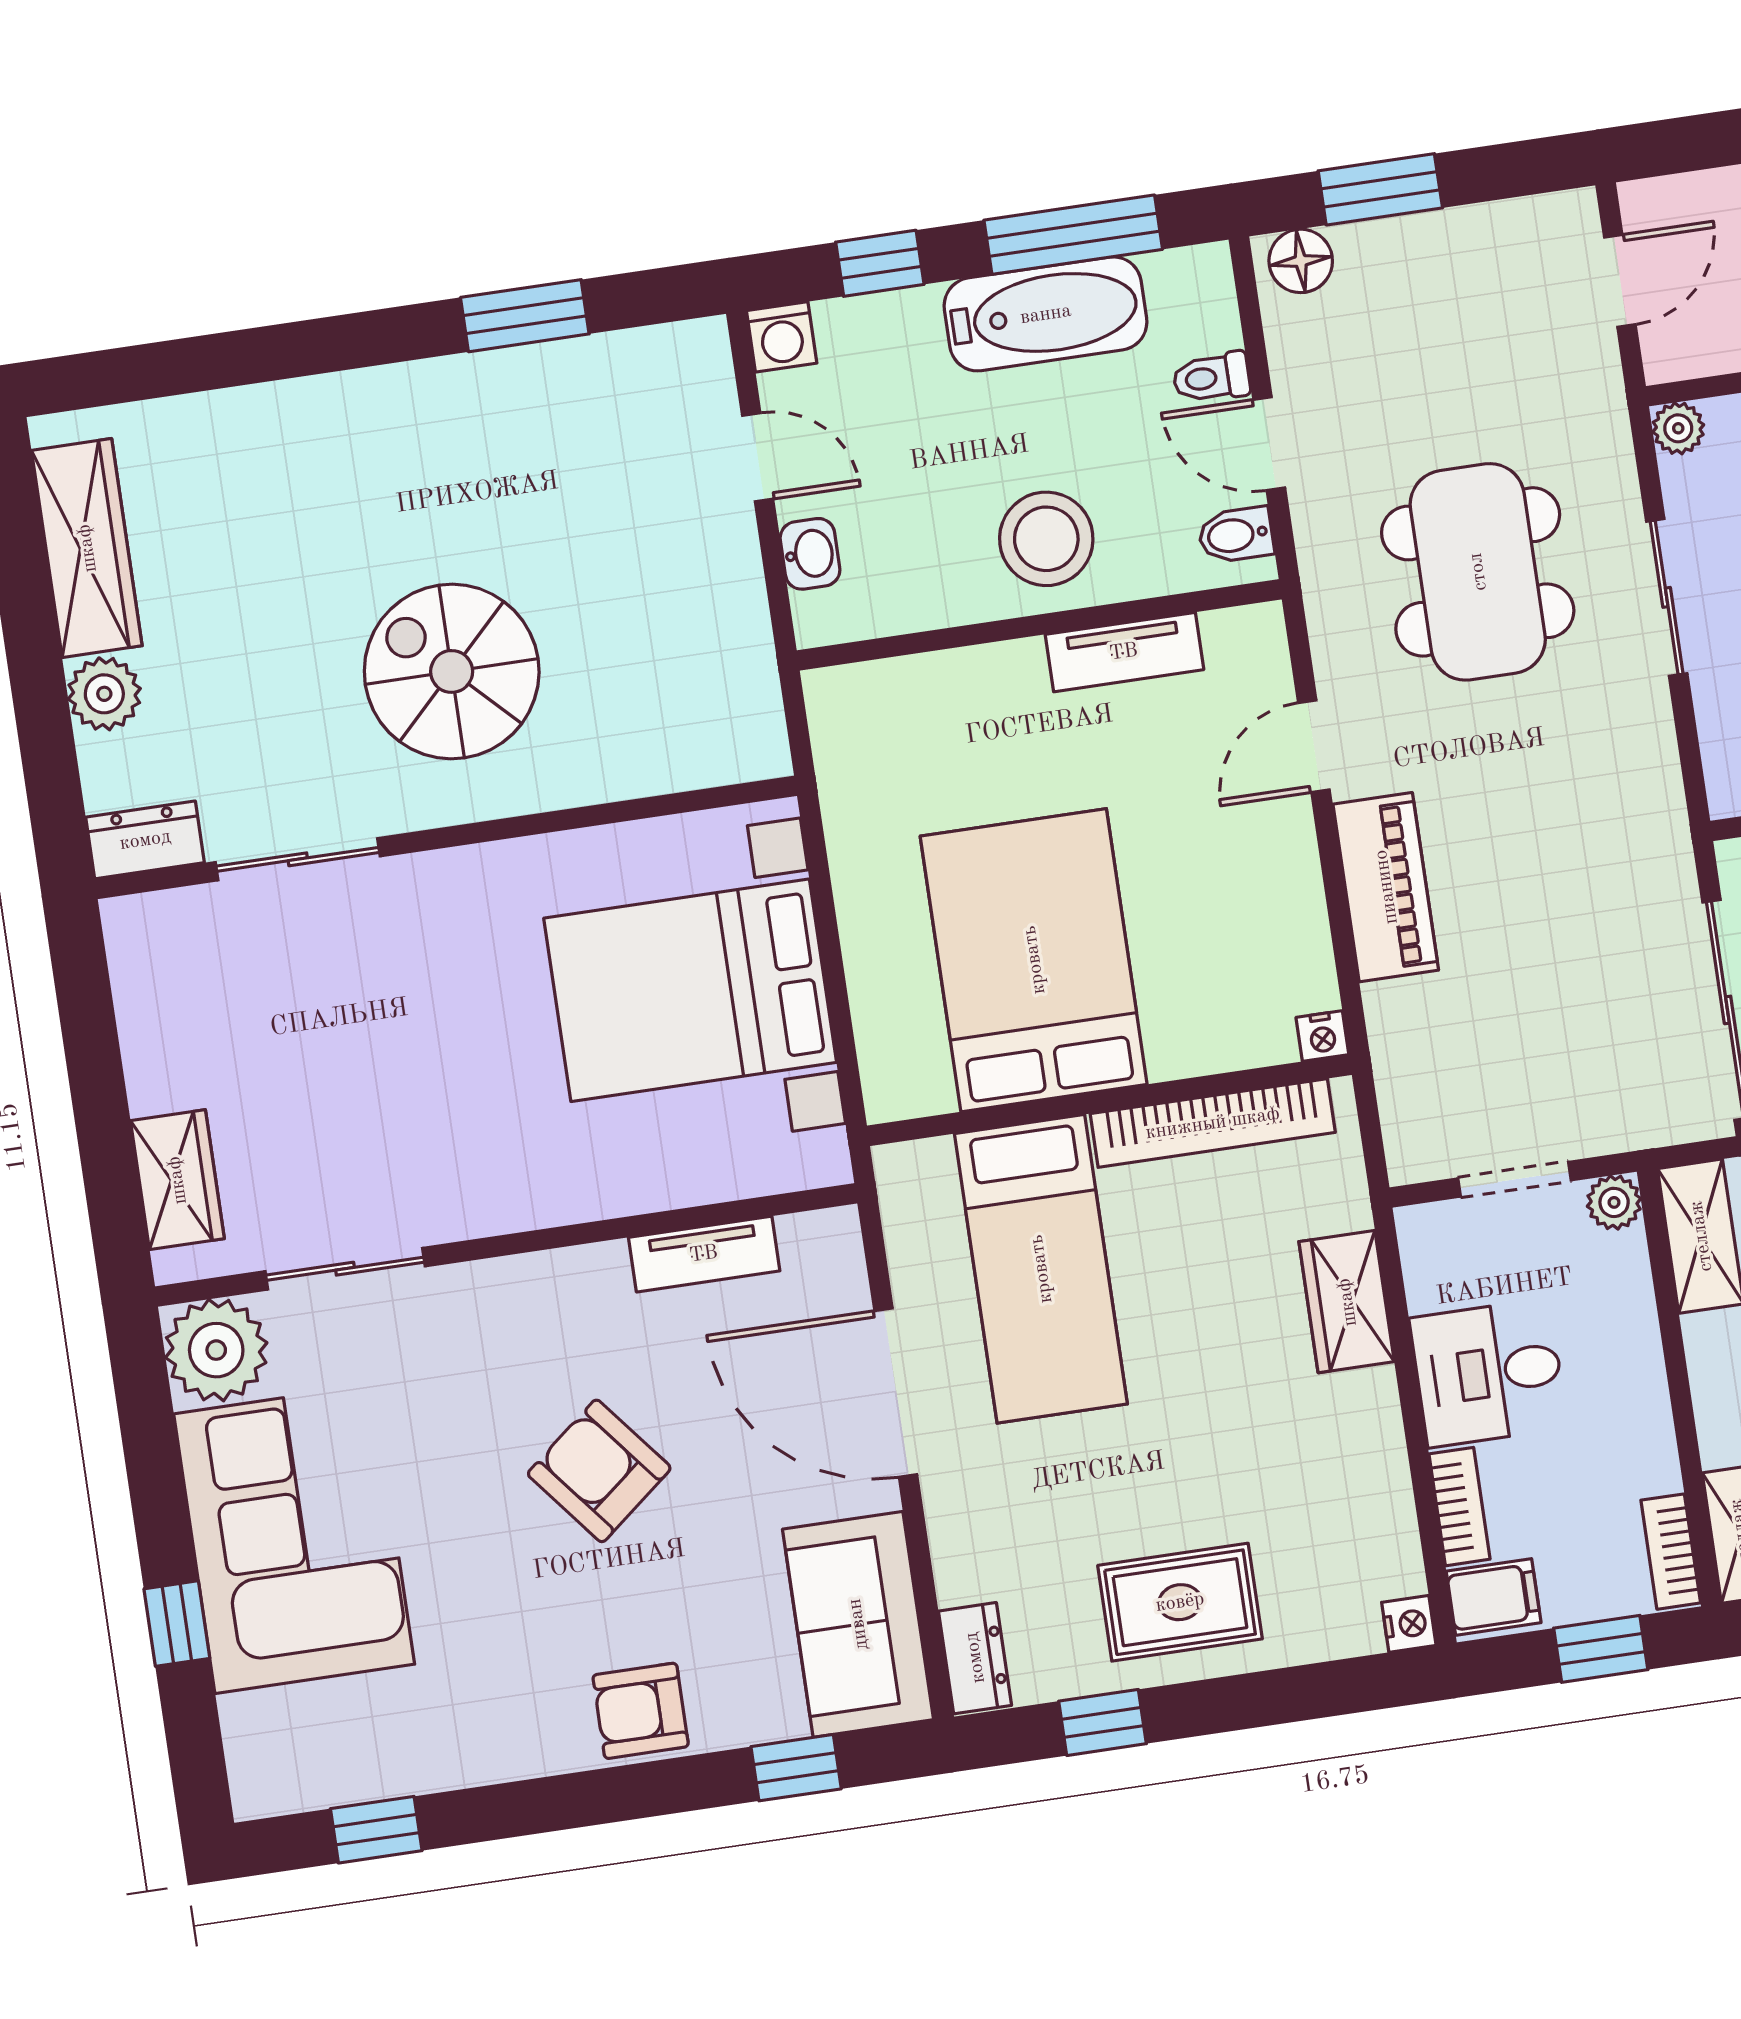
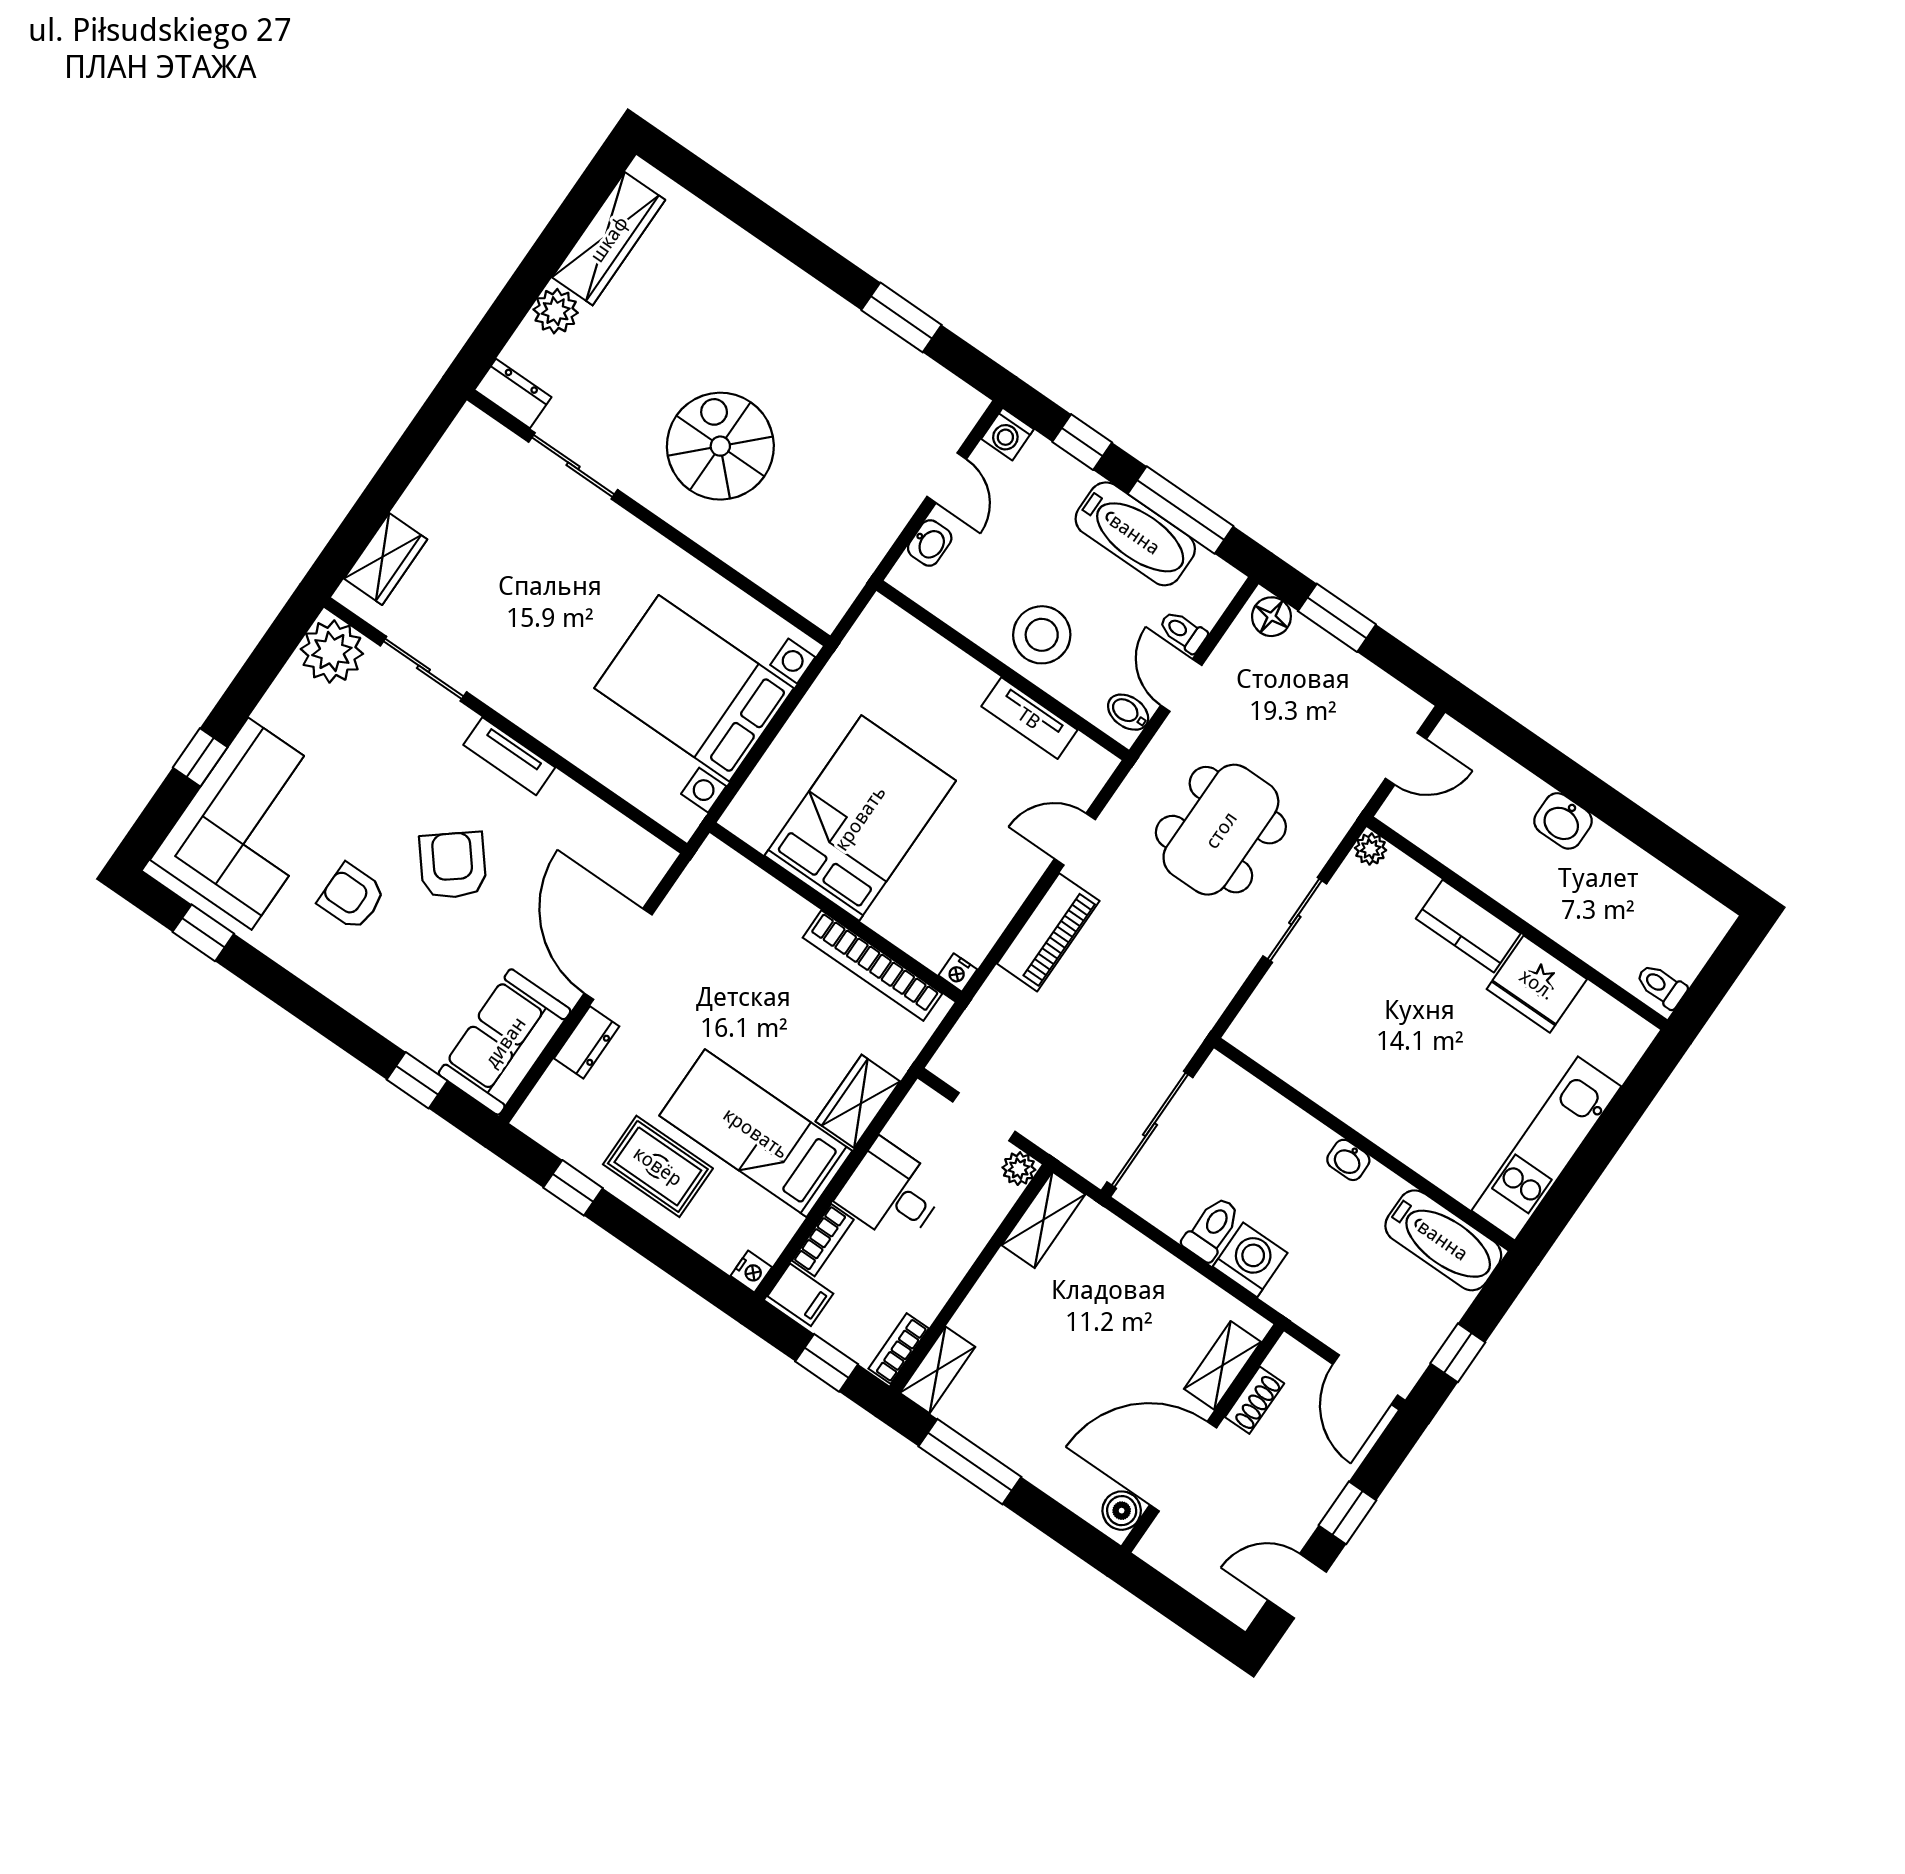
tv unit: (704, 1254) -> (509, 756), moved
bed: (1041, 1269) -> (756, 1133), moved, turned 90
corner sofa: (294, 1539) -> (250, 824), moved
dresser: (975, 1658) -> (587, 1042), moved
armchair: (641, 1711) -> (352, 897), moved

